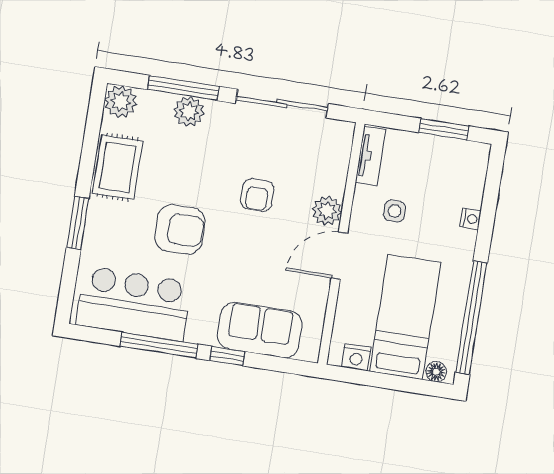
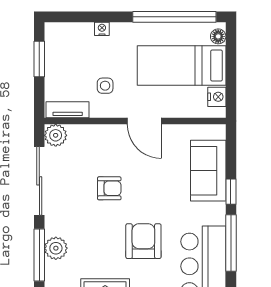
plant: (327, 211) -> (56, 135), moved

